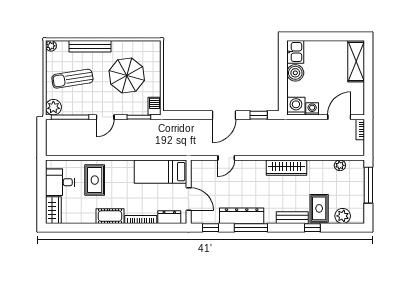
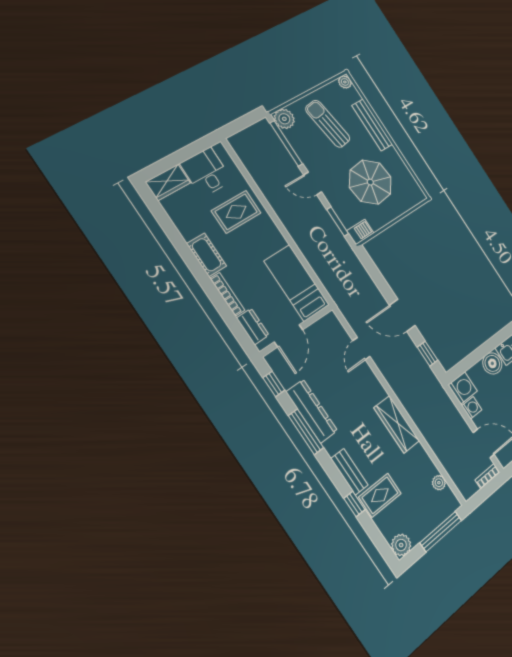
door: (226, 158) -> (361, 349), hinge flipped
plant: (343, 216) -> (401, 545), moved

